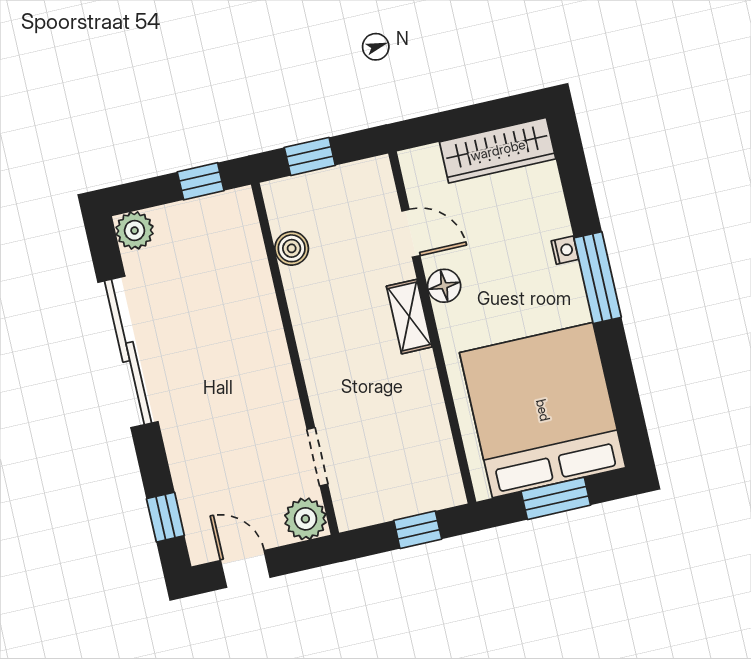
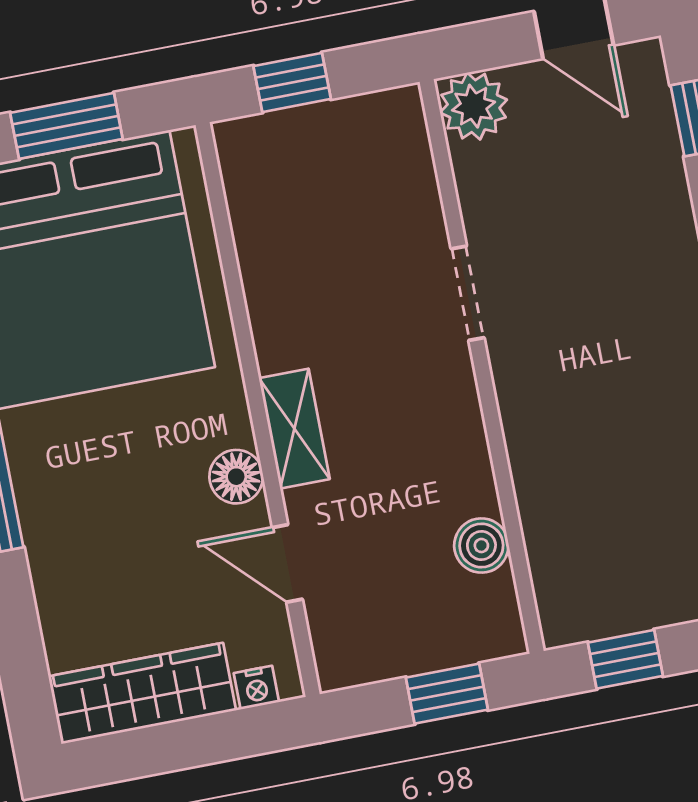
nightstand: (565, 250) -> (256, 688), moved, turned -90
doorway: (317, 457) -> (468, 293), moved

